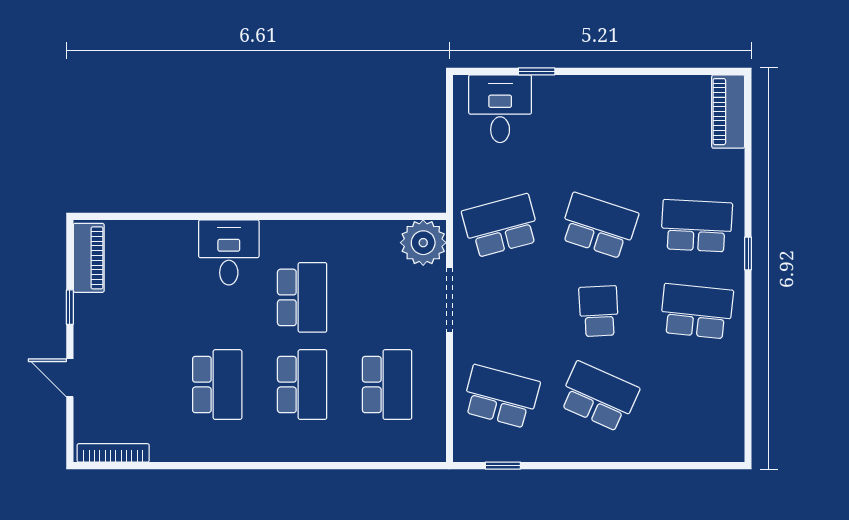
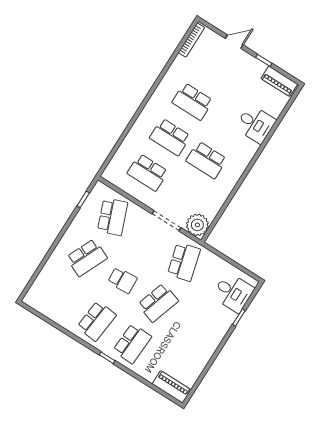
desk: (229, 252) -> (255, 124), moved
school desk: (501, 397) -> (113, 217), turned -36

